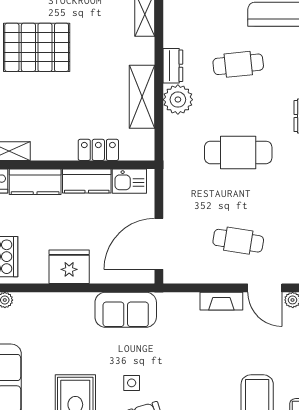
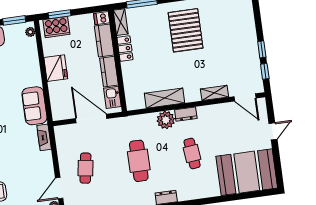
locker: (98, 150) -> (125, 49), moved
door: (159, 244) -> (91, 118), moved
fireplace: (221, 301) -> (44, 137), moved

